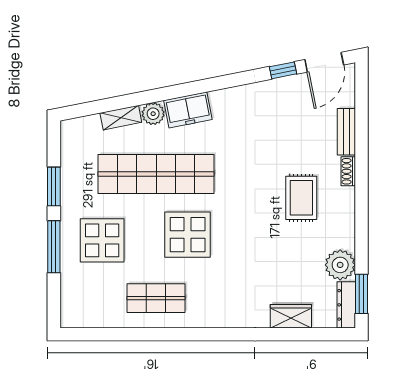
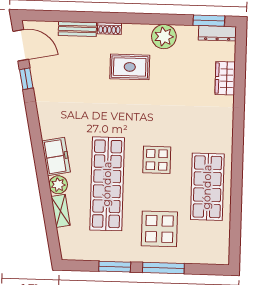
display table: (188, 235) -> (157, 160), width x0.73, depth x0.73
plant: (340, 265) -> (164, 37), moved
shop shelf: (156, 298) -> (207, 187), width x1.43, depth x1.36

